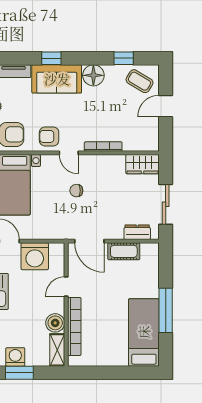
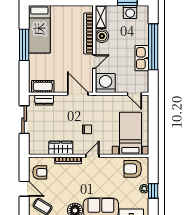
door: (166, 106) -> (24, 189), hinge flipped
armchair: (49, 136) -> (40, 172), moved
door: (69, 153) -> (92, 156), hinge flipped
wardrobe: (142, 164) -> (61, 148), moved
cot: (124, 251) -> (43, 86), moved
washing machine: (35, 256) -> (106, 83), moved

